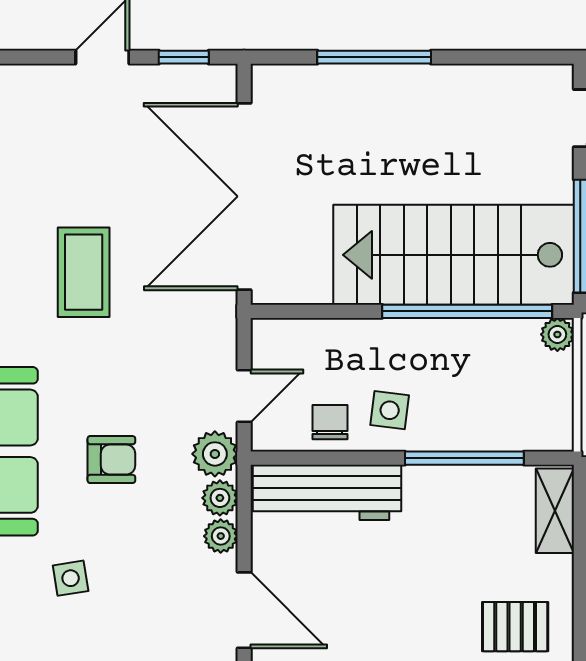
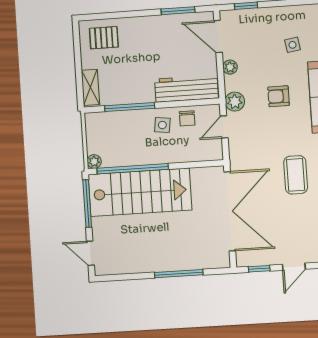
plant: (220, 498) -> (231, 83), removed

